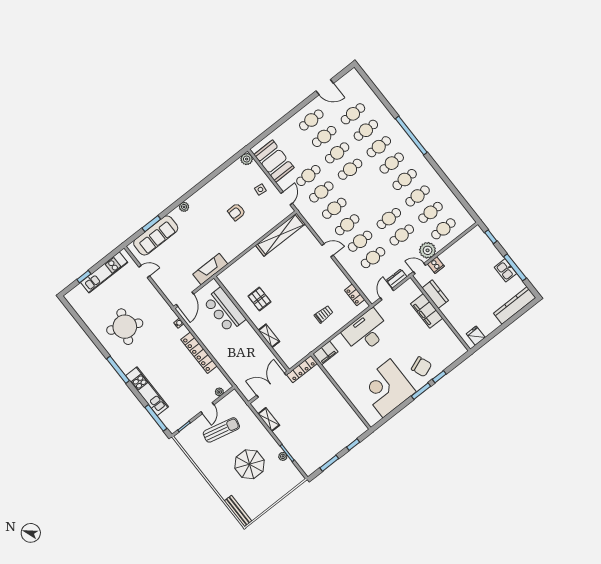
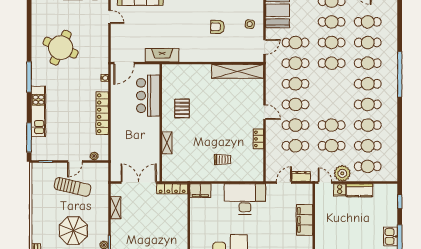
kitchen counter: (435, 294) -> (360, 190), moved, turned 90
locker: (355, 295) -> (258, 139), moved

